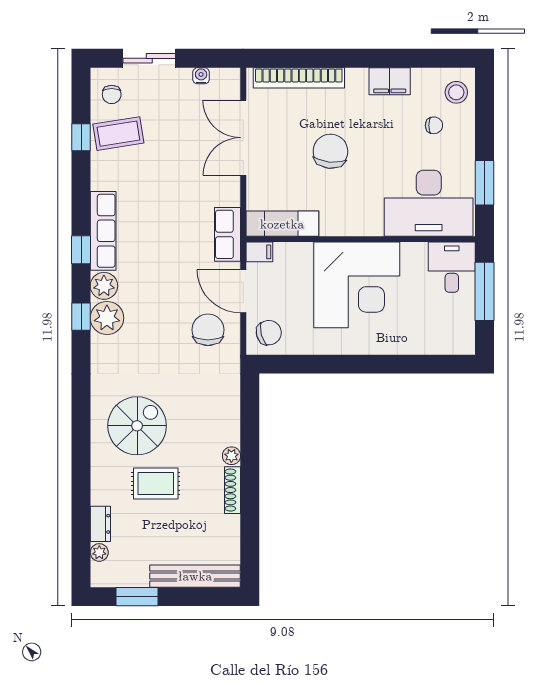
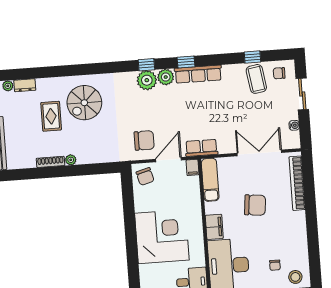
filing cabinet: (390, 81) -> (214, 227), moved, turned 180
corner desk: (357, 285) -> (162, 237), moved, turned 180
spiral stairs: (137, 426) -> (84, 103), turned 90

